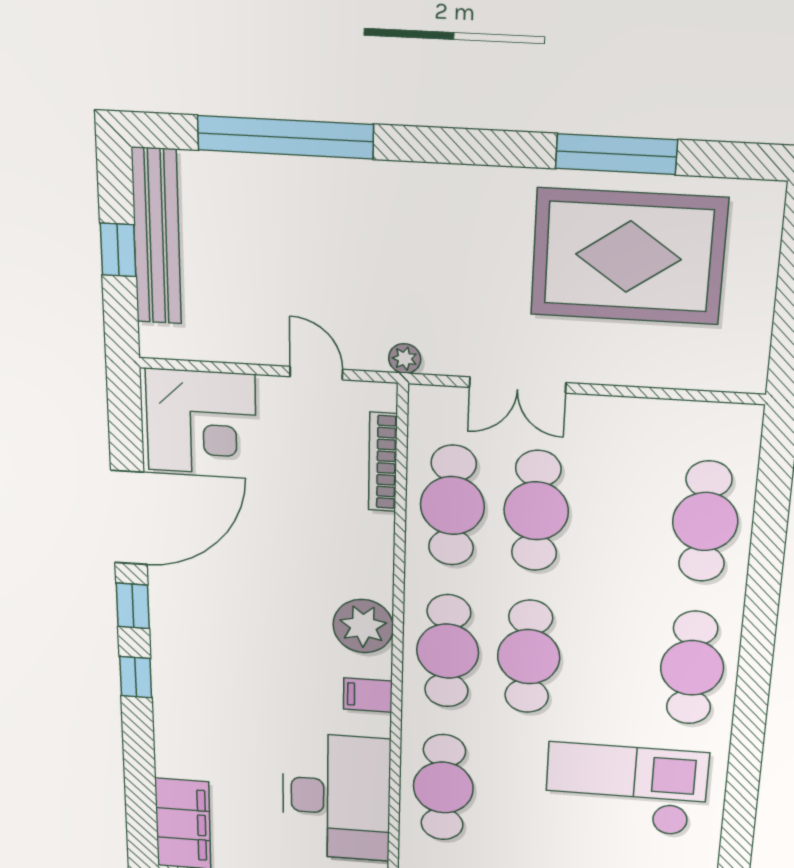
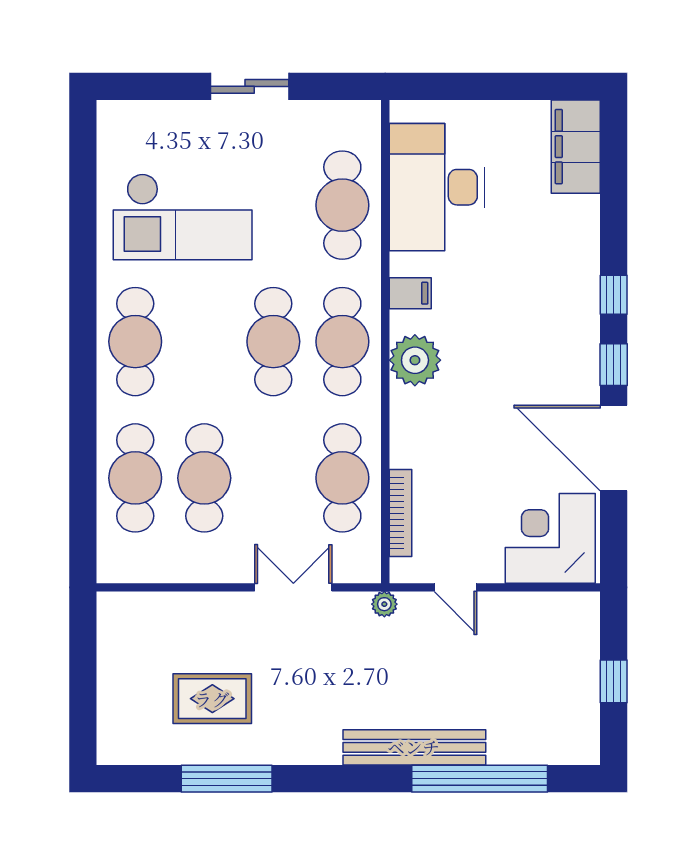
bench: (157, 237) -> (414, 747), moved, turned 90
rug: (628, 257) -> (212, 699), width x0.54, depth x0.49
cafe table: (536, 511) -> (204, 478), moved
door: (129, 518) -> (614, 448), hinge flipped

